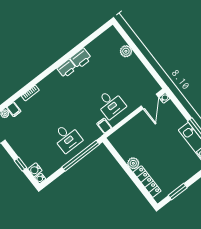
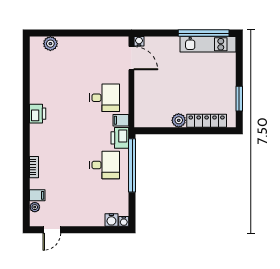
plant: (126, 51) -> (50, 44), moved
printer: (81, 58) -> (120, 138), moved, turned 180
window: (21, 164) -> (95, 230), removed

